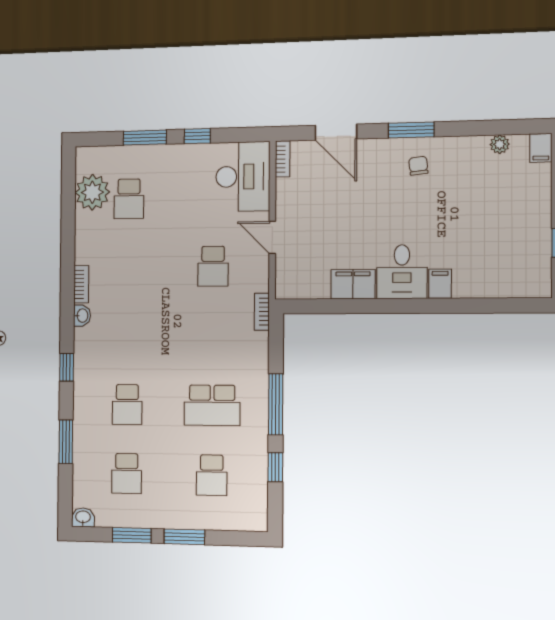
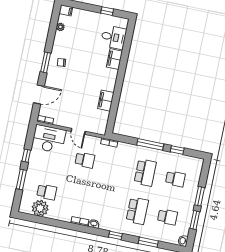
door: (272, 237) -> (78, 131), hinge flipped
desk: (402, 272) -> (114, 37), moved
filing cabinet: (440, 284) -> (114, 59), width x2.00
school desk: (127, 404) -> (137, 211), width x1.85

